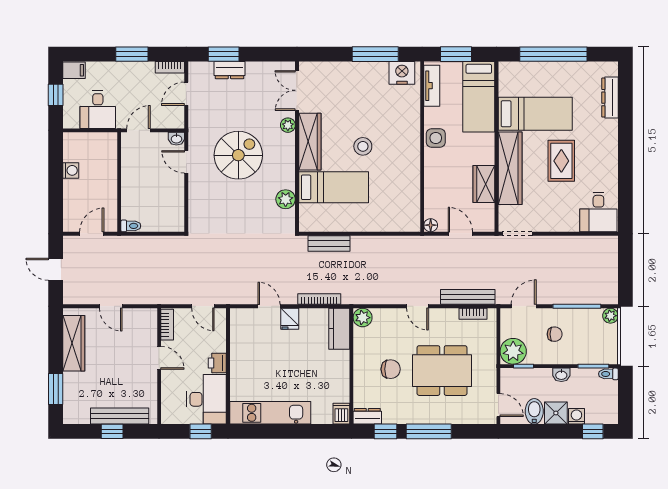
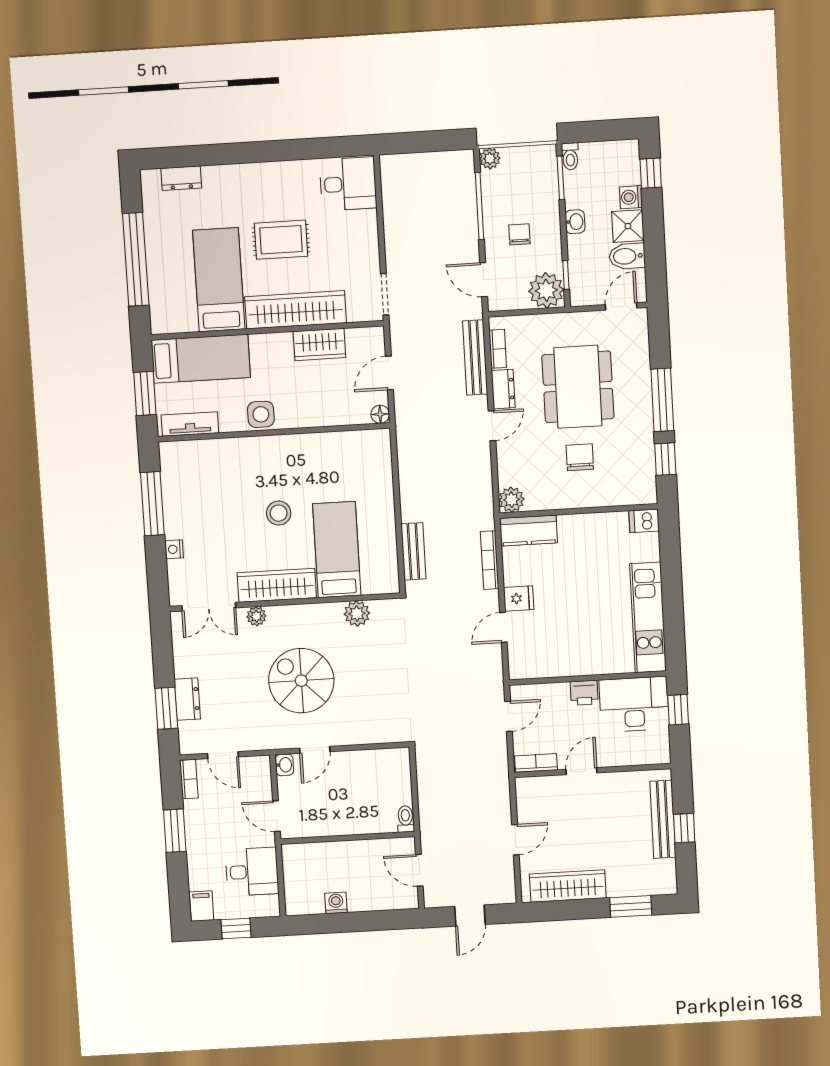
nightstand: (402, 73) -> (174, 549), moved, width x0.53, depth x0.56
dresser: (610, 98) -> (181, 178), width x0.70
dresser: (367, 416) -> (503, 389), moved, turned 180

